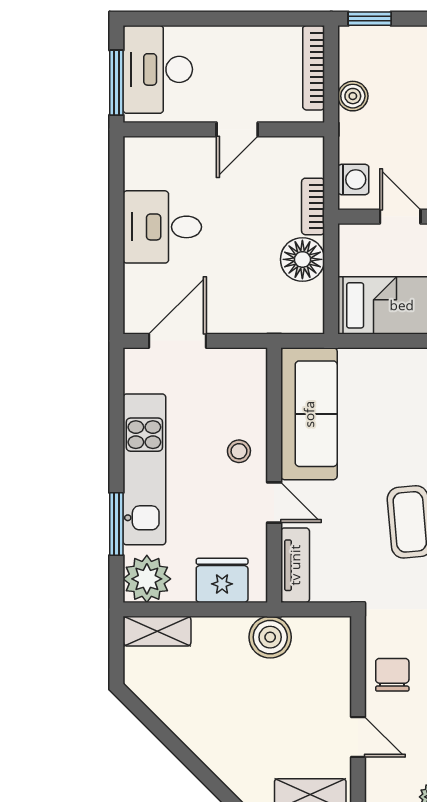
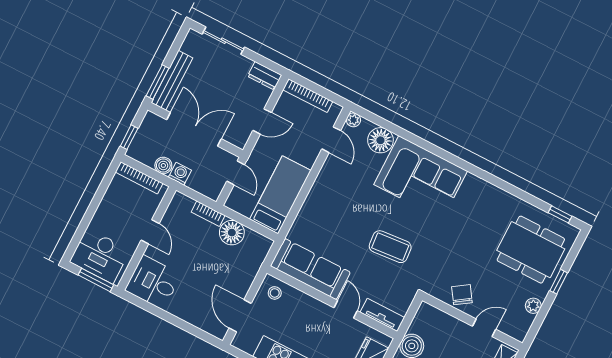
washing machine: (353, 179) -> (180, 174), moved
door: (400, 217) -> (236, 173), swing flipped
desk: (162, 227) -> (153, 282), moved, turned 90
stool: (239, 451) -> (275, 293), moved
door: (274, 502) -> (346, 309), hinge flipped
chair: (392, 675) -> (462, 295), turned 56

